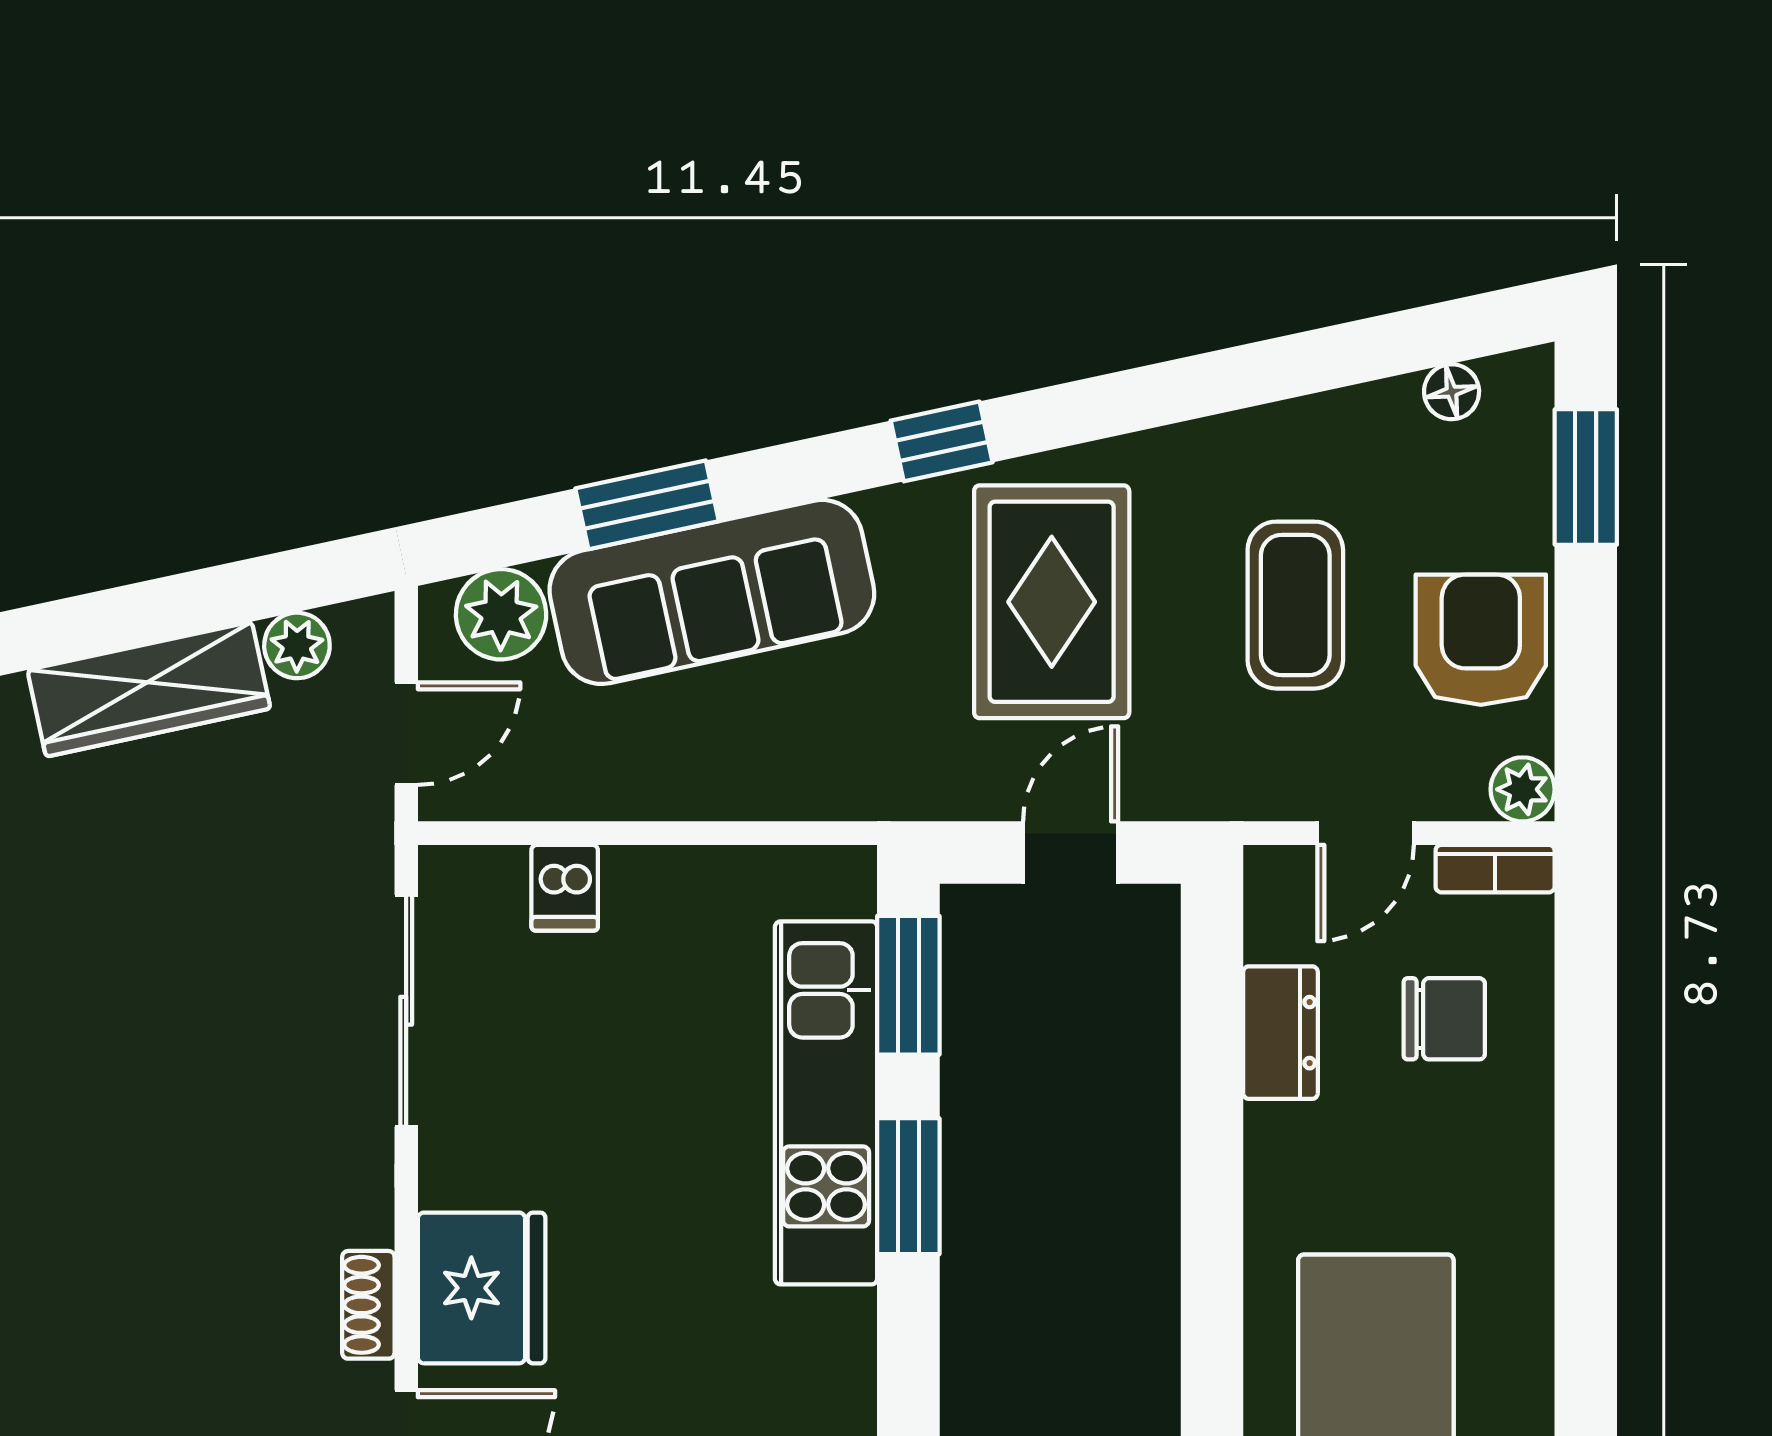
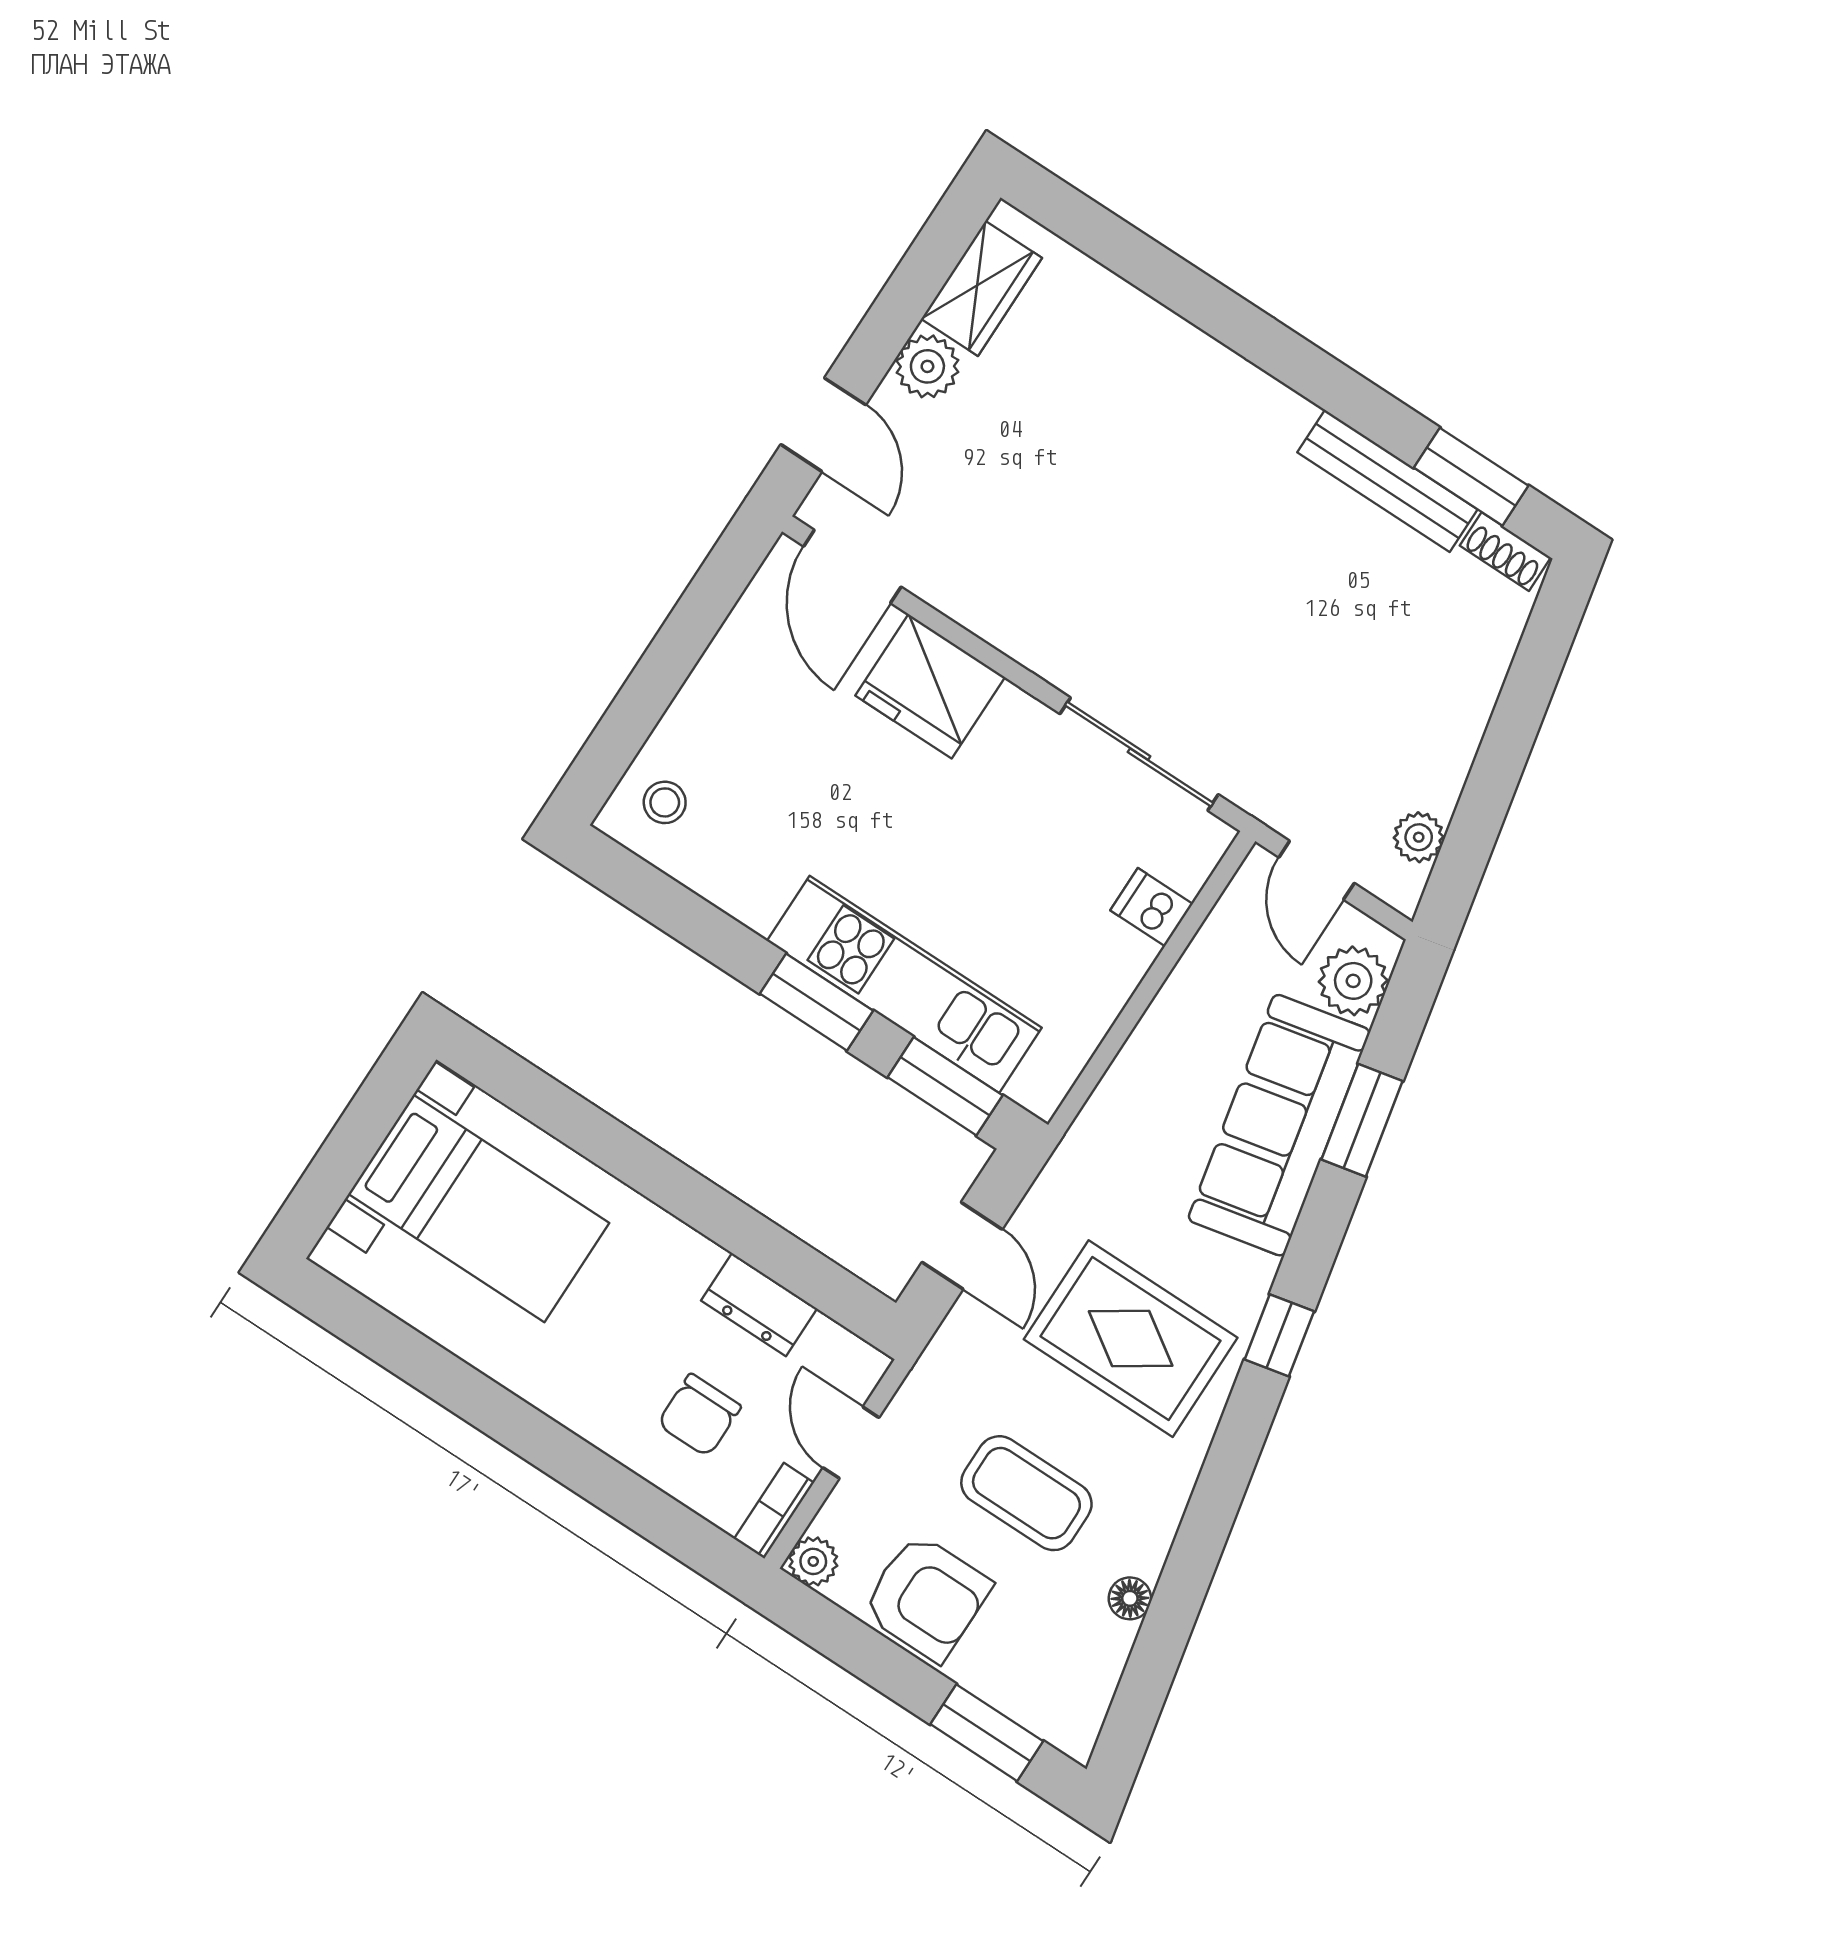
floor lamp: (1452, 392) -> (1130, 1598), moved
wardrobe: (149, 689) -> (1453, 724), removed
shoe rack: (368, 1305) -> (967, 607), removed

